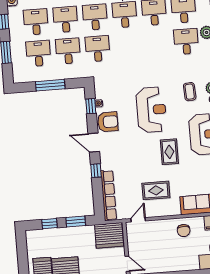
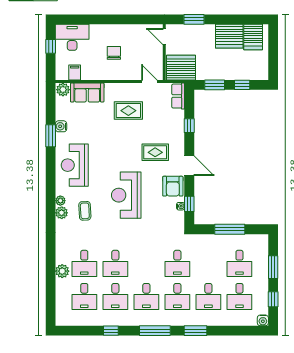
desk: (68, 51) -> (115, 263), moved
armchair: (108, 122) -> (173, 186), turned -90
rug: (169, 152) -> (155, 152), moved, turned 90
window: (96, 171) -> (189, 126), moved
row of seats: (109, 195) -> (178, 96), width x0.50
door: (138, 220) -> (149, 81), swing flipped
chair: (184, 231) -> (114, 53), moved

